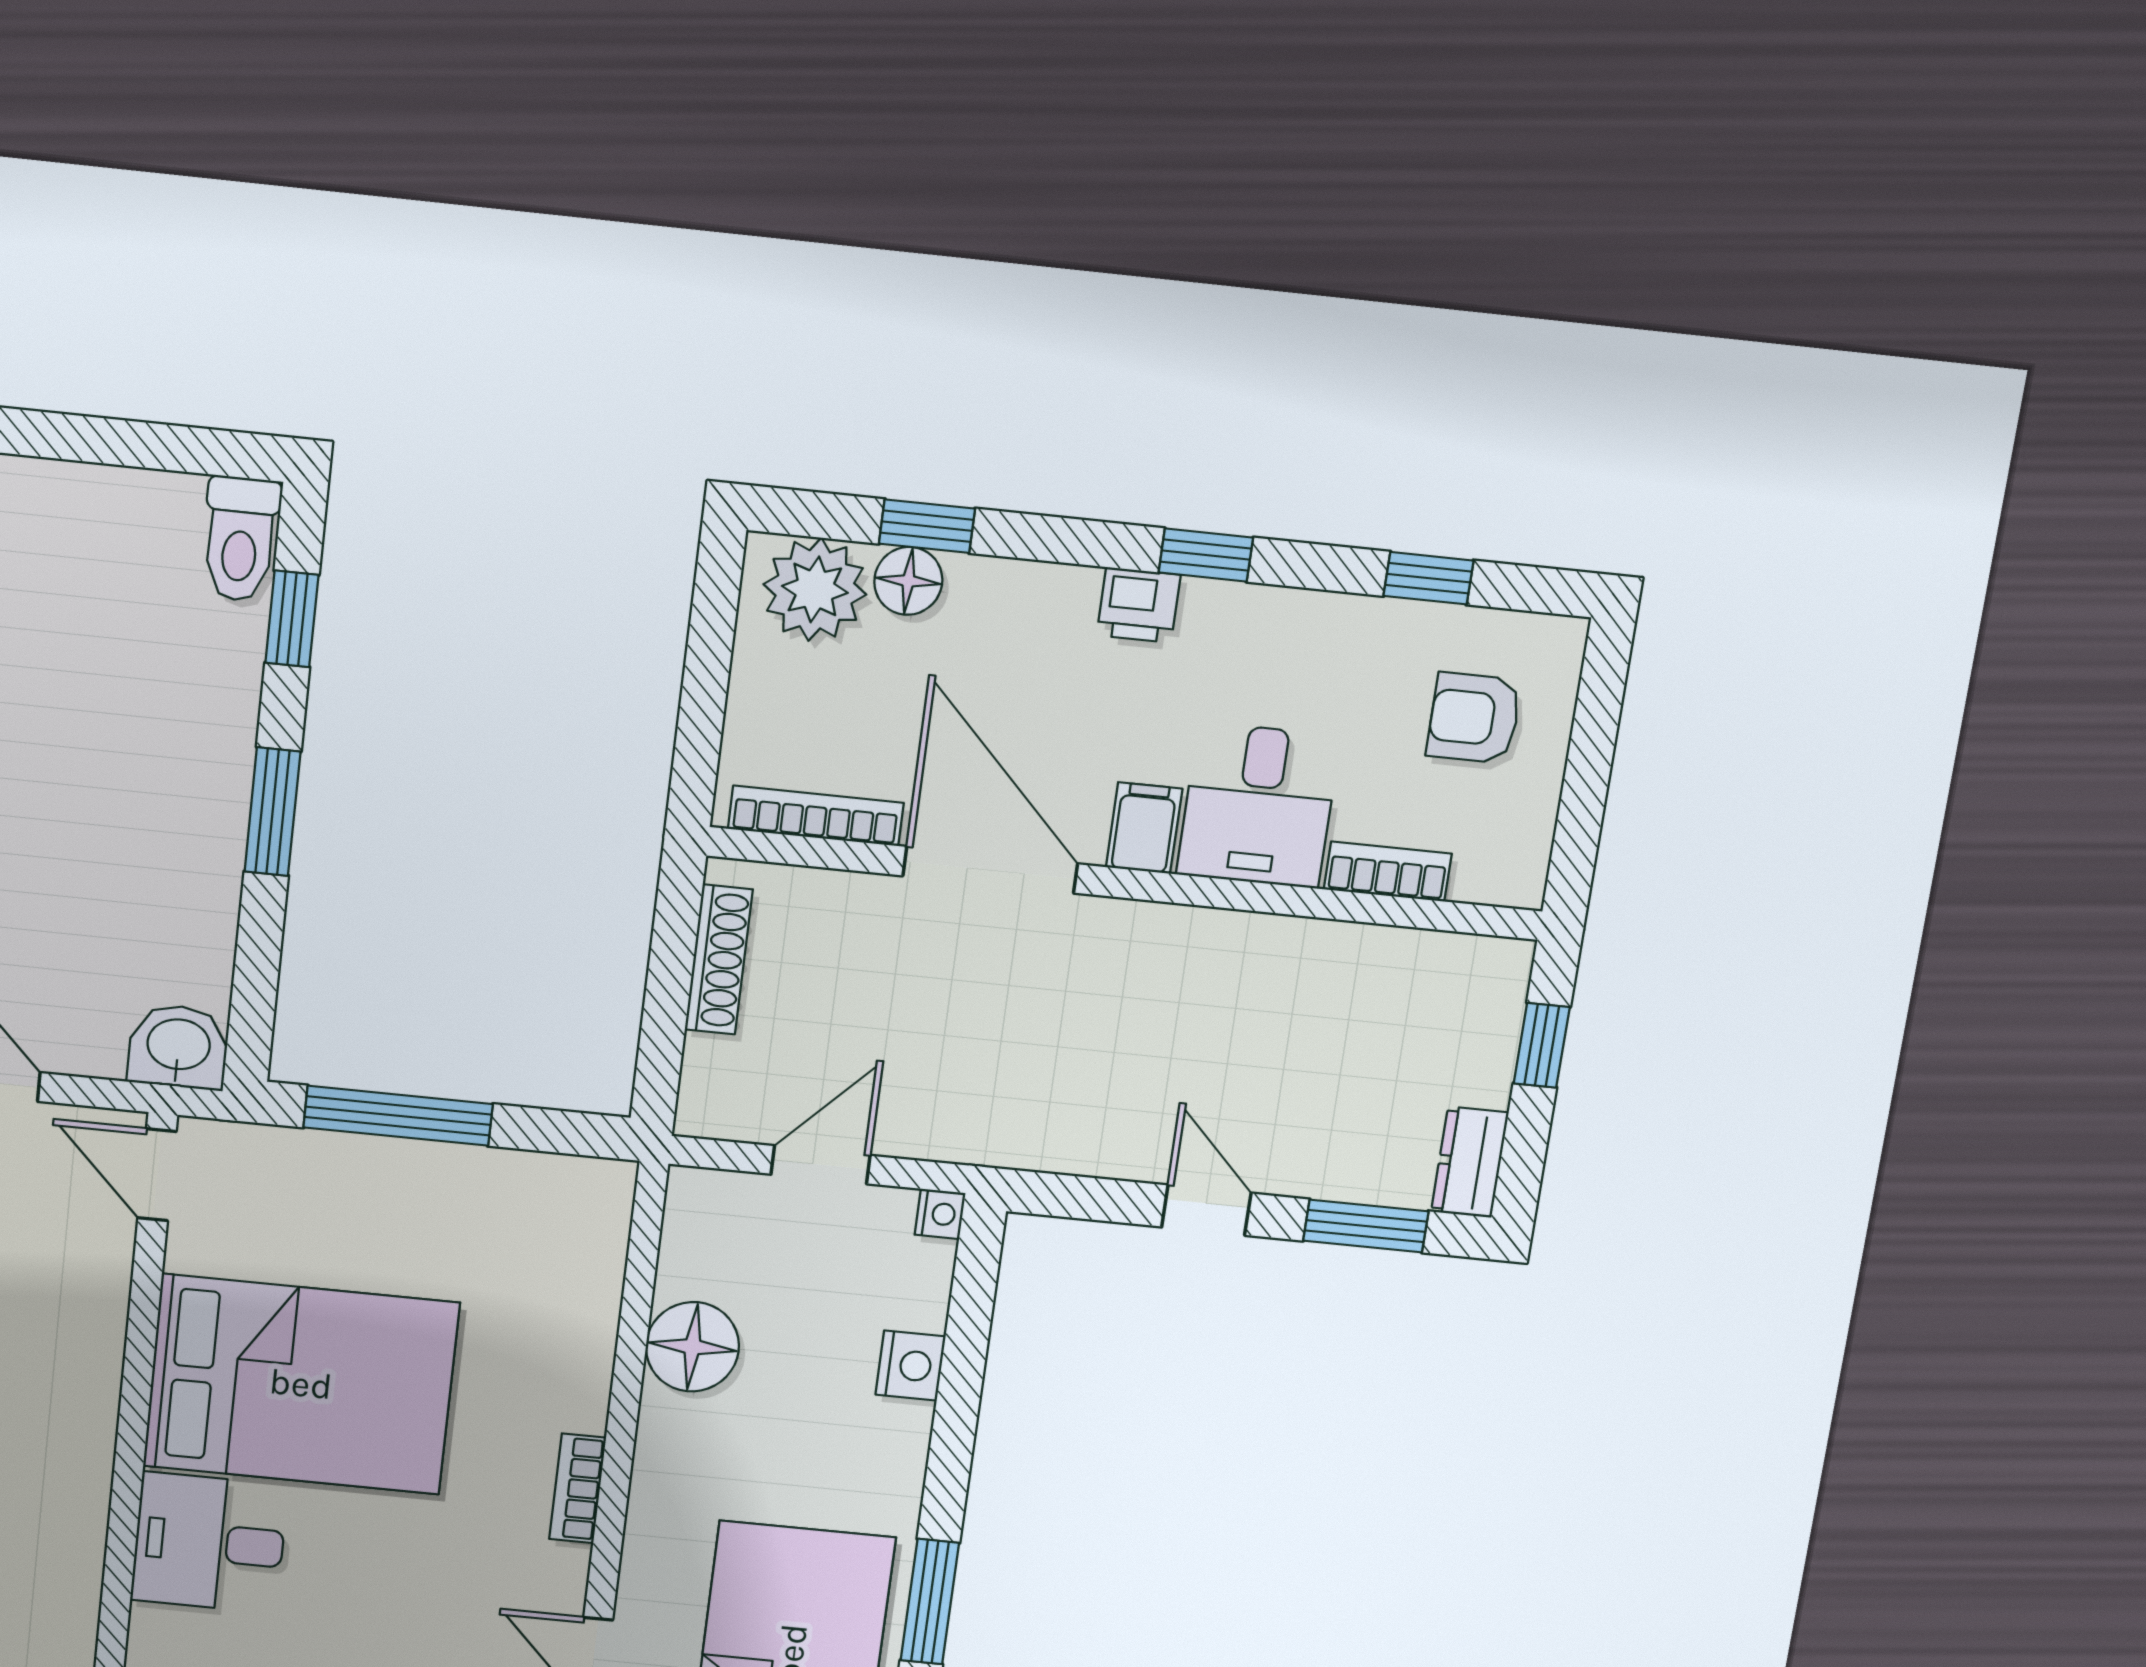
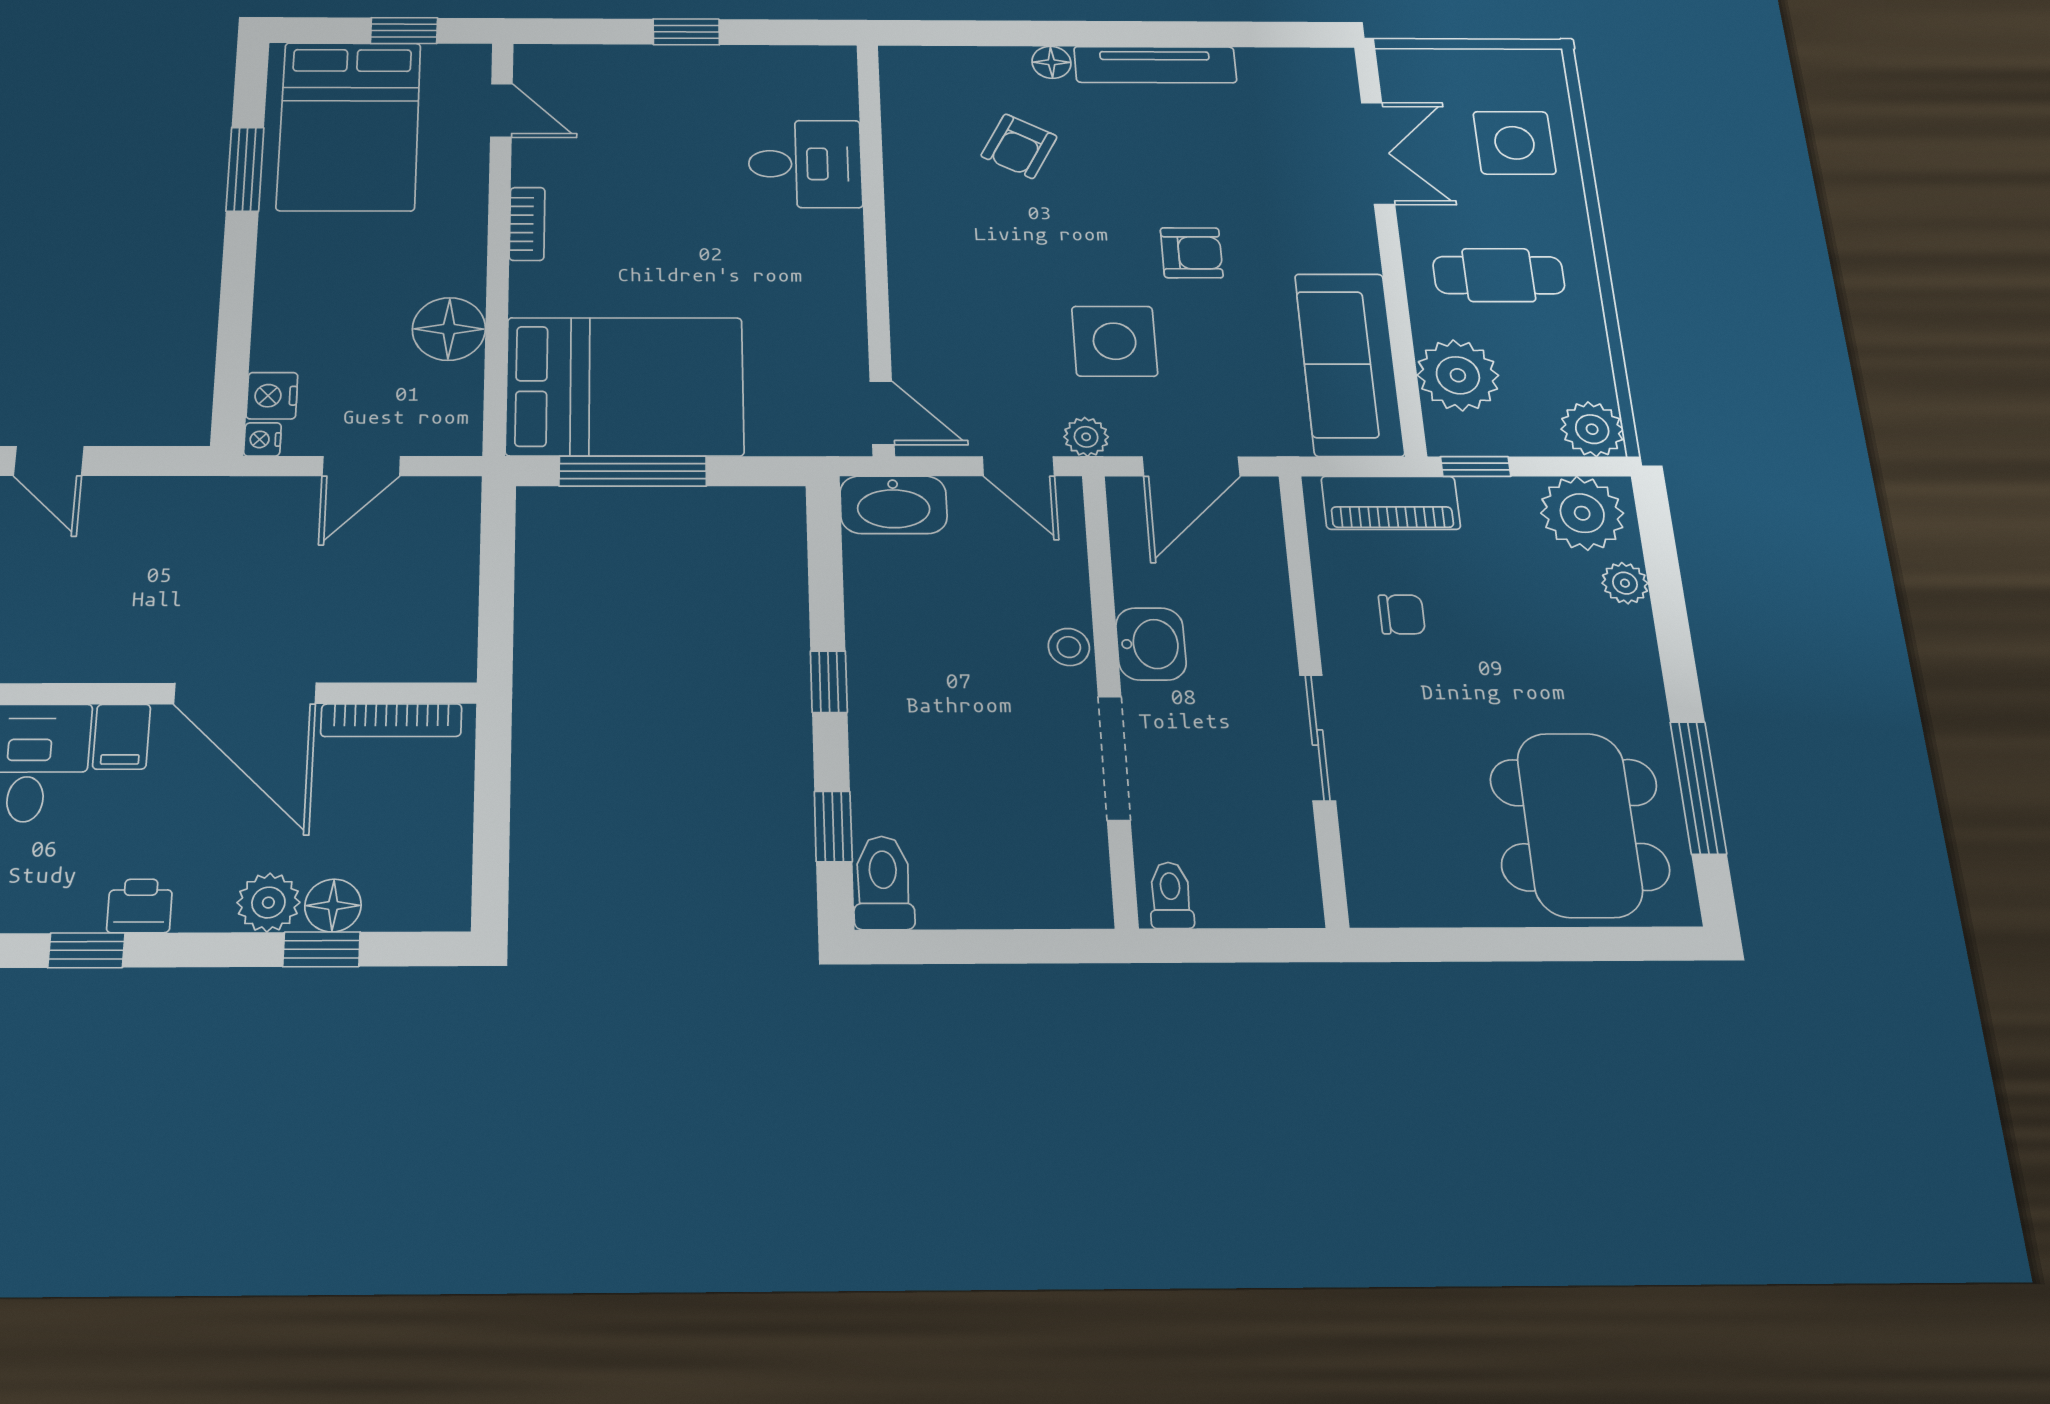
plant: (815, 589) -> (268, 903), moved, width x0.73, depth x0.73
window: (273, 812) -> (829, 682), width x0.67
shoe rack: (719, 960) -> (458, 607), removed
washbasin: (178, 1047) -> (893, 505), width x1.38
window: (398, 1116) -> (633, 471), moved
nightstand: (911, 1366) -> (272, 396), moved
bed: (301, 1384) -> (625, 386), moved, turned 180

